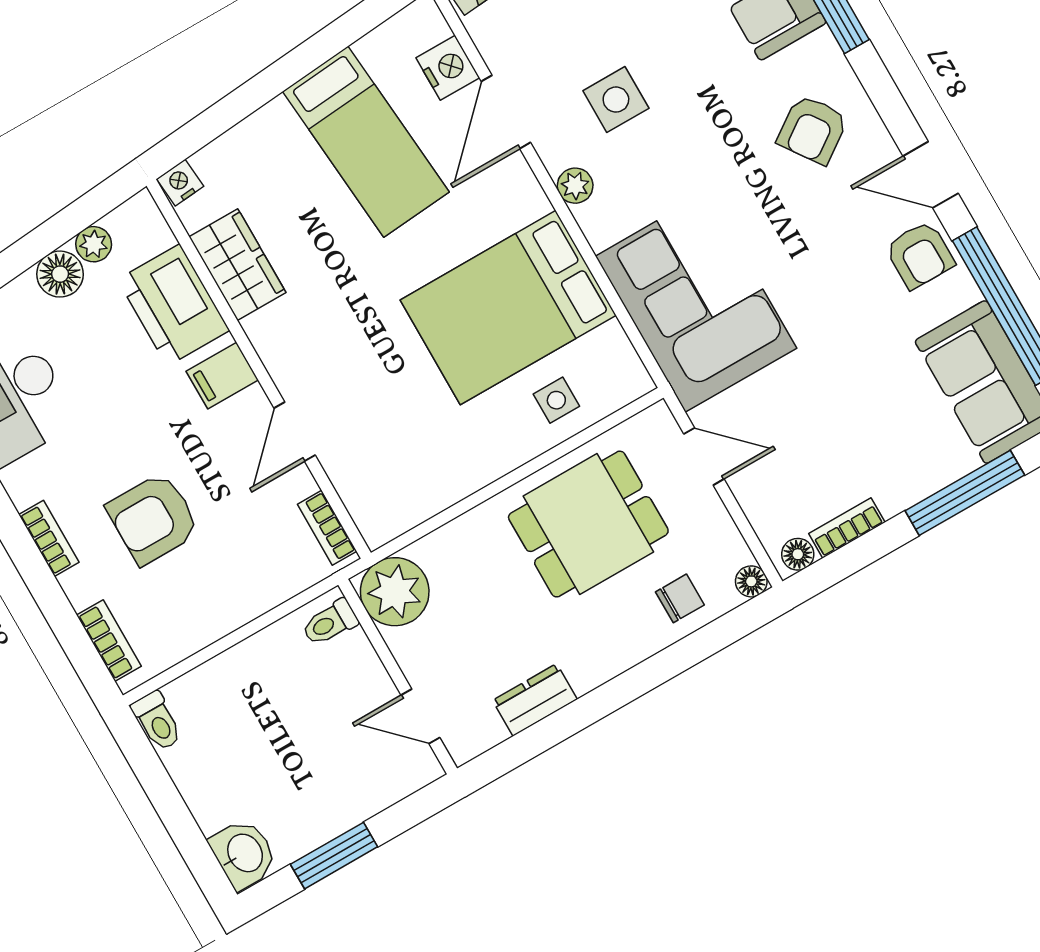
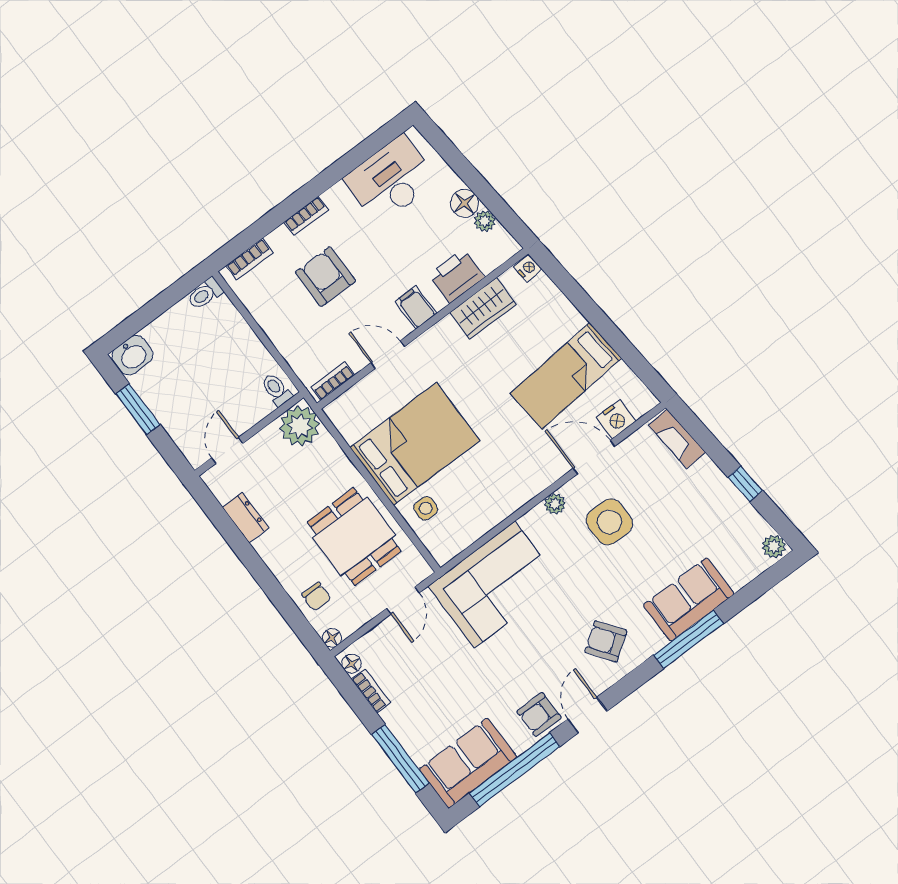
side table: (616, 100) -> (609, 522), width x1.37, depth x1.37
printer: (174, 305) -> (457, 276), width x0.73, depth x0.84
bed: (508, 308) -> (415, 444), moved, turned 90

